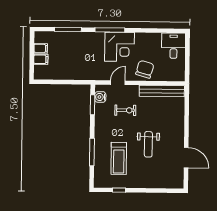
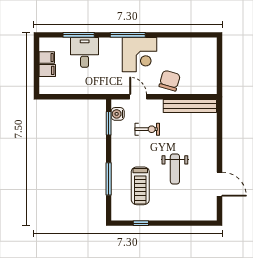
desk: (174, 46) -> (85, 52), moved
door: (118, 83) -> (138, 97), hinge flipped

